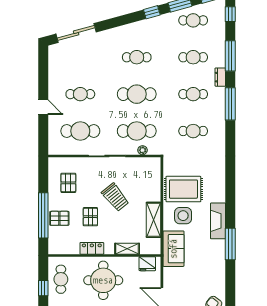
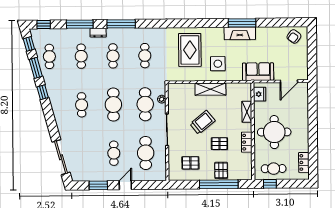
window: (43, 76) -> (98, 185), added
rug: (183, 189) -> (190, 50), moved
shelving: (154, 220) -> (210, 89), moved
fireplace: (218, 221) -> (240, 33), moved
sofa: (173, 249) -> (258, 72), moved
window: (43, 288) -> (270, 184), moved

